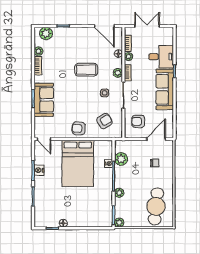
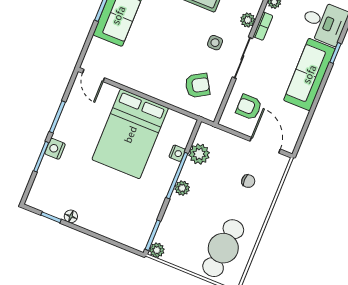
armchair: (79, 128) -> (153, 81), removed
door: (156, 139) -> (265, 145), hinge flipped
nightstand: (39, 170) -> (55, 149), moved
plant: (119, 193) -> (182, 188), moved

